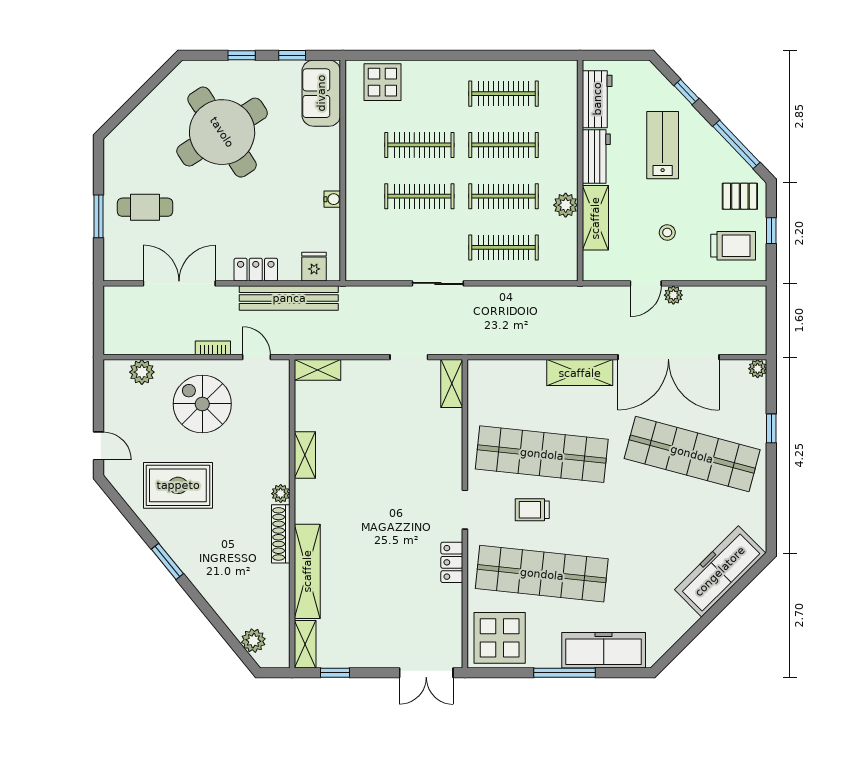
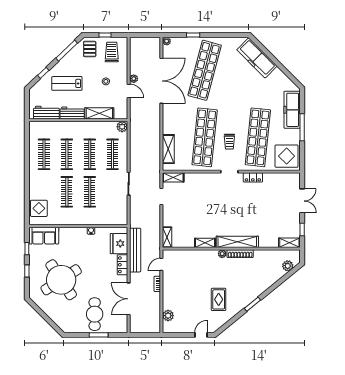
plant: (566, 205) -> (122, 127), moved
cafe table: (145, 207) -> (95, 314), width x1.37, depth x1.35
fridge: (314, 267) -> (119, 244), width x1.88, depth x1.34
shelving: (580, 373) -> (168, 149), moved
spiral stairs: (202, 404) -> (182, 289), removed
rug: (178, 485) -> (219, 299), width x0.73, depth x0.70
shelving: (307, 571) -> (237, 242), moved
double door: (426, 673) -> (302, 201), moved

